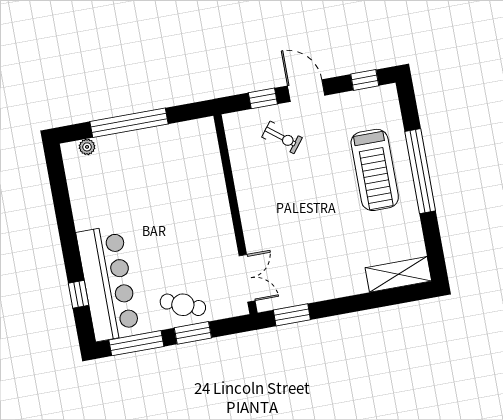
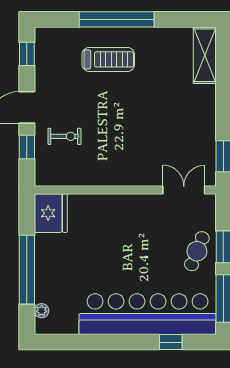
exercise bike: (282, 137) -> (64, 136), turned 52
fridge: (195, 138) -> (51, 213), added
treadmill: (375, 170) -> (108, 59), width x0.73, depth x0.73
bar counter: (108, 283) -> (148, 314), width x1.36

